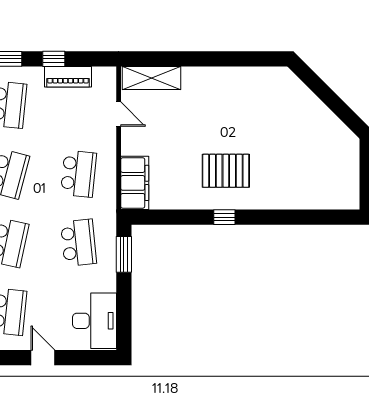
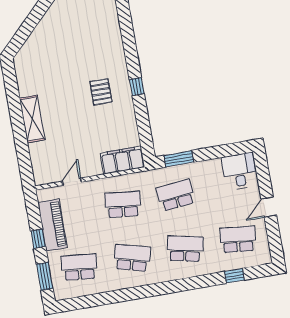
piano: (68, 77) -> (53, 225), width x1.37, depth x1.33
shelving: (151, 78) -> (32, 119), moved
pallet: (226, 171) -> (101, 92), width x0.67, depth x0.71
desk: (94, 321) -> (239, 171), width x0.73

